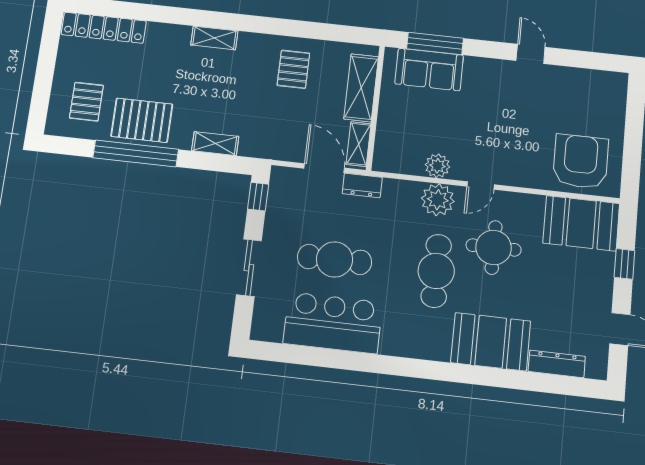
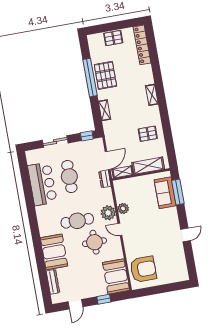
pallet: (86, 102) -> (113, 38), moved

